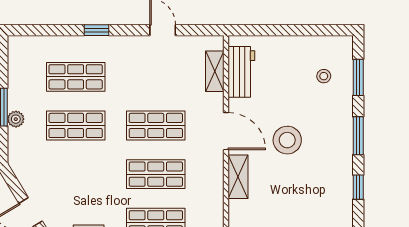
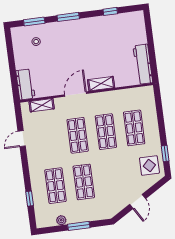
window: (96, 30) -> (30, 199), moved
workbench: (241, 72) -> (25, 84), moved, turned 90
plant: (16, 119) -> (61, 220), moved
stool: (287, 140) -> (76, 58), removed
window: (358, 187) -> (110, 11), moved

